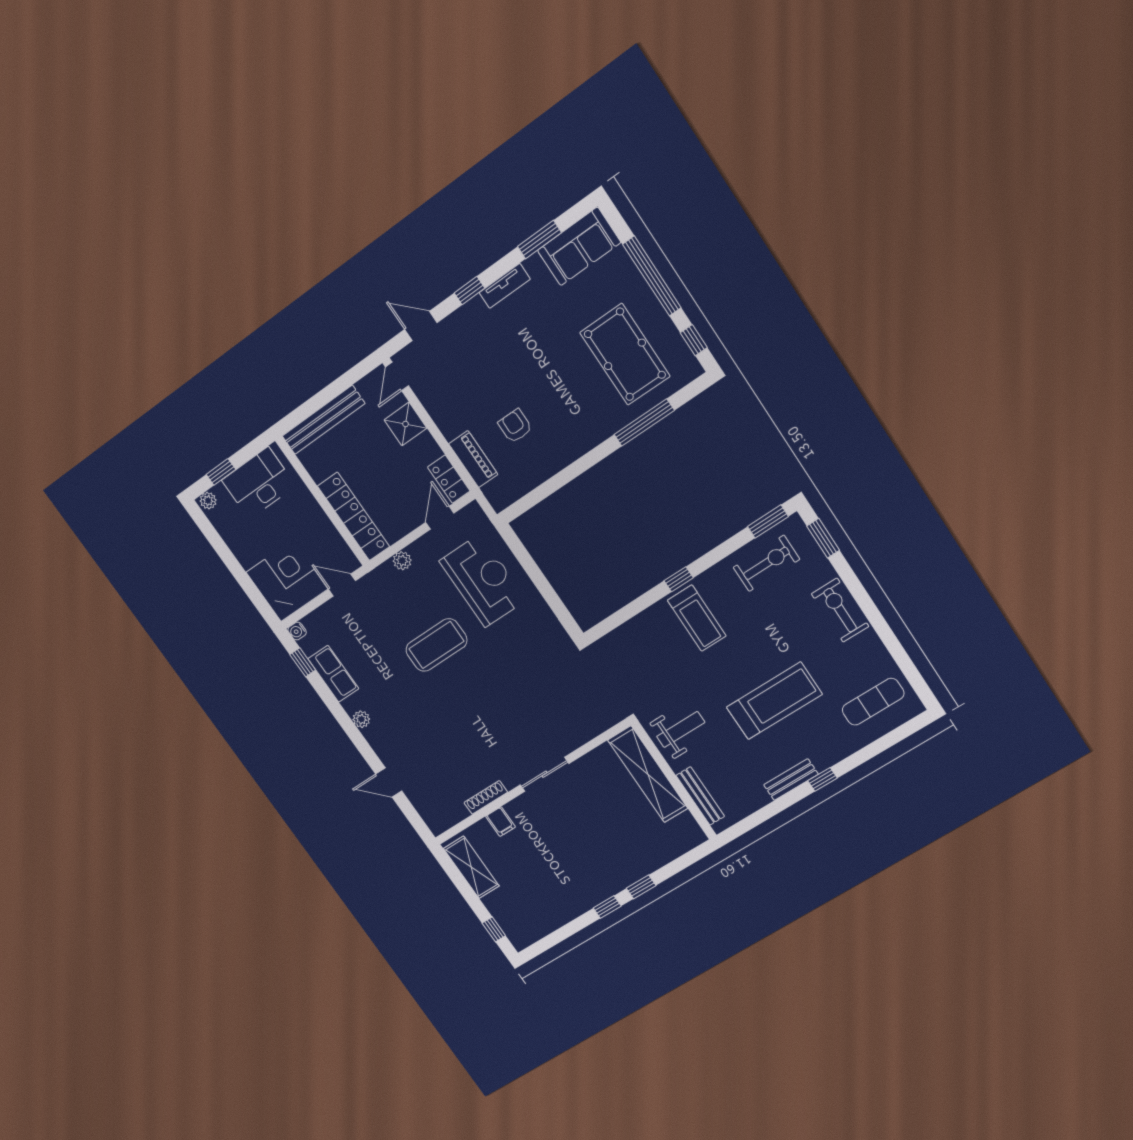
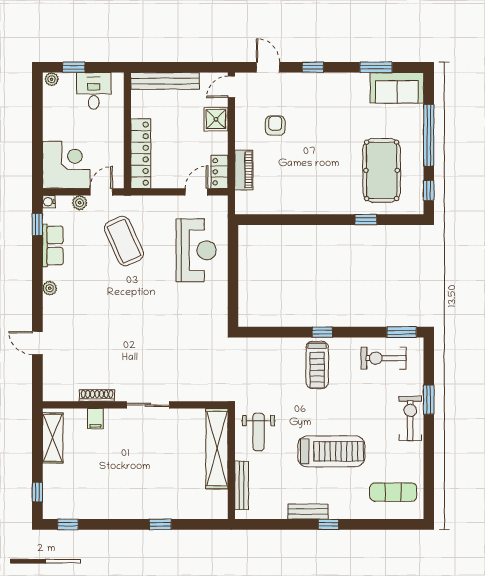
tv unit: (505, 286) -> (336, 79), removed
window: (644, 422) -> (366, 220), width x0.46
armchair: (515, 426) -> (275, 126), moved
desk: (259, 483) -> (94, 91), width x0.73
window: (823, 538) -> (429, 400), moved
plant: (402, 561) -> (80, 203), moved
exercise bike: (766, 563) -> (384, 358), turned 180
door: (342, 585) -> (101, 192), hinge flipped
coffee table: (436, 645) -> (124, 241), moved, turned 66
weight bench: (681, 729) -> (259, 432), turned 90
window: (607, 907) -> (68, 524), moved

